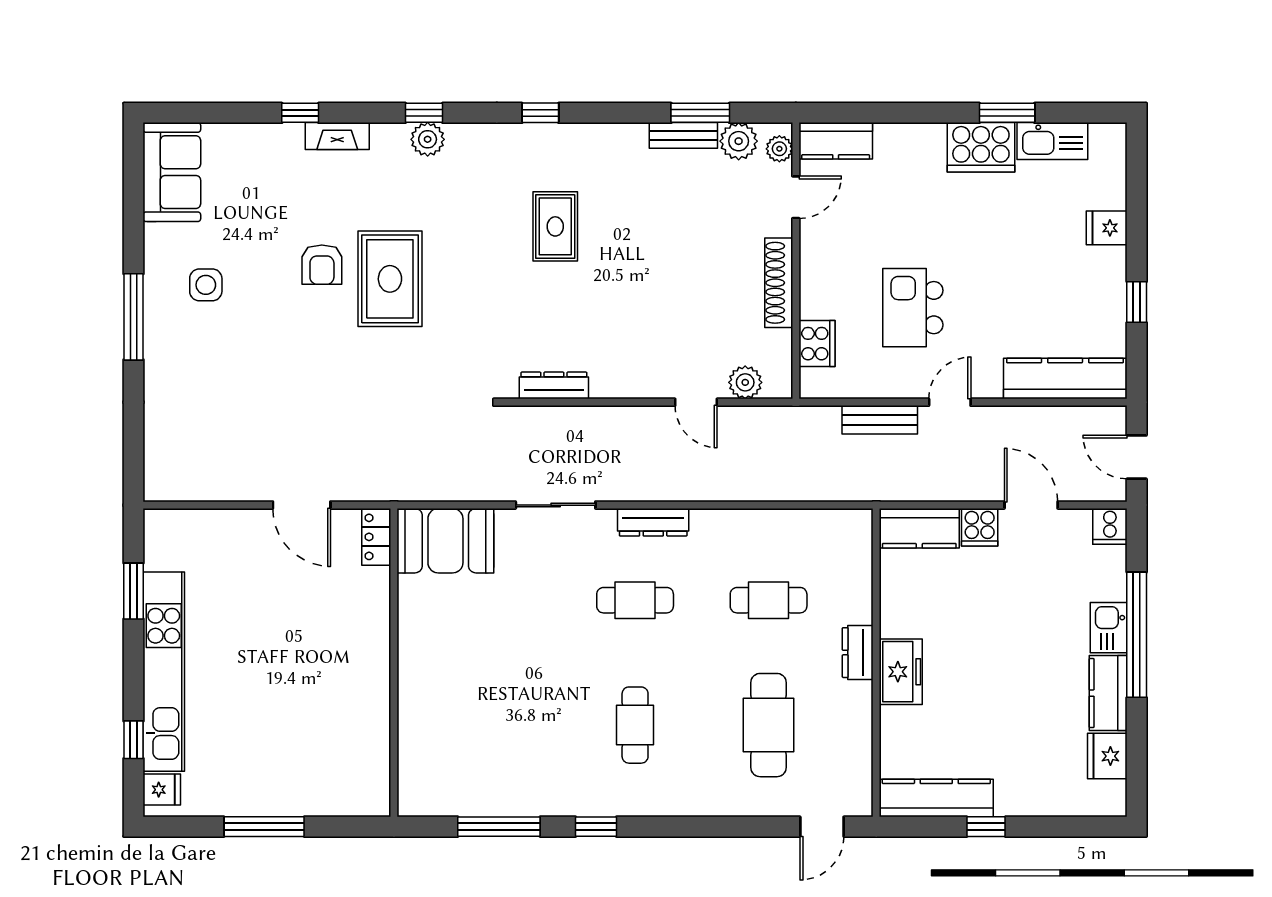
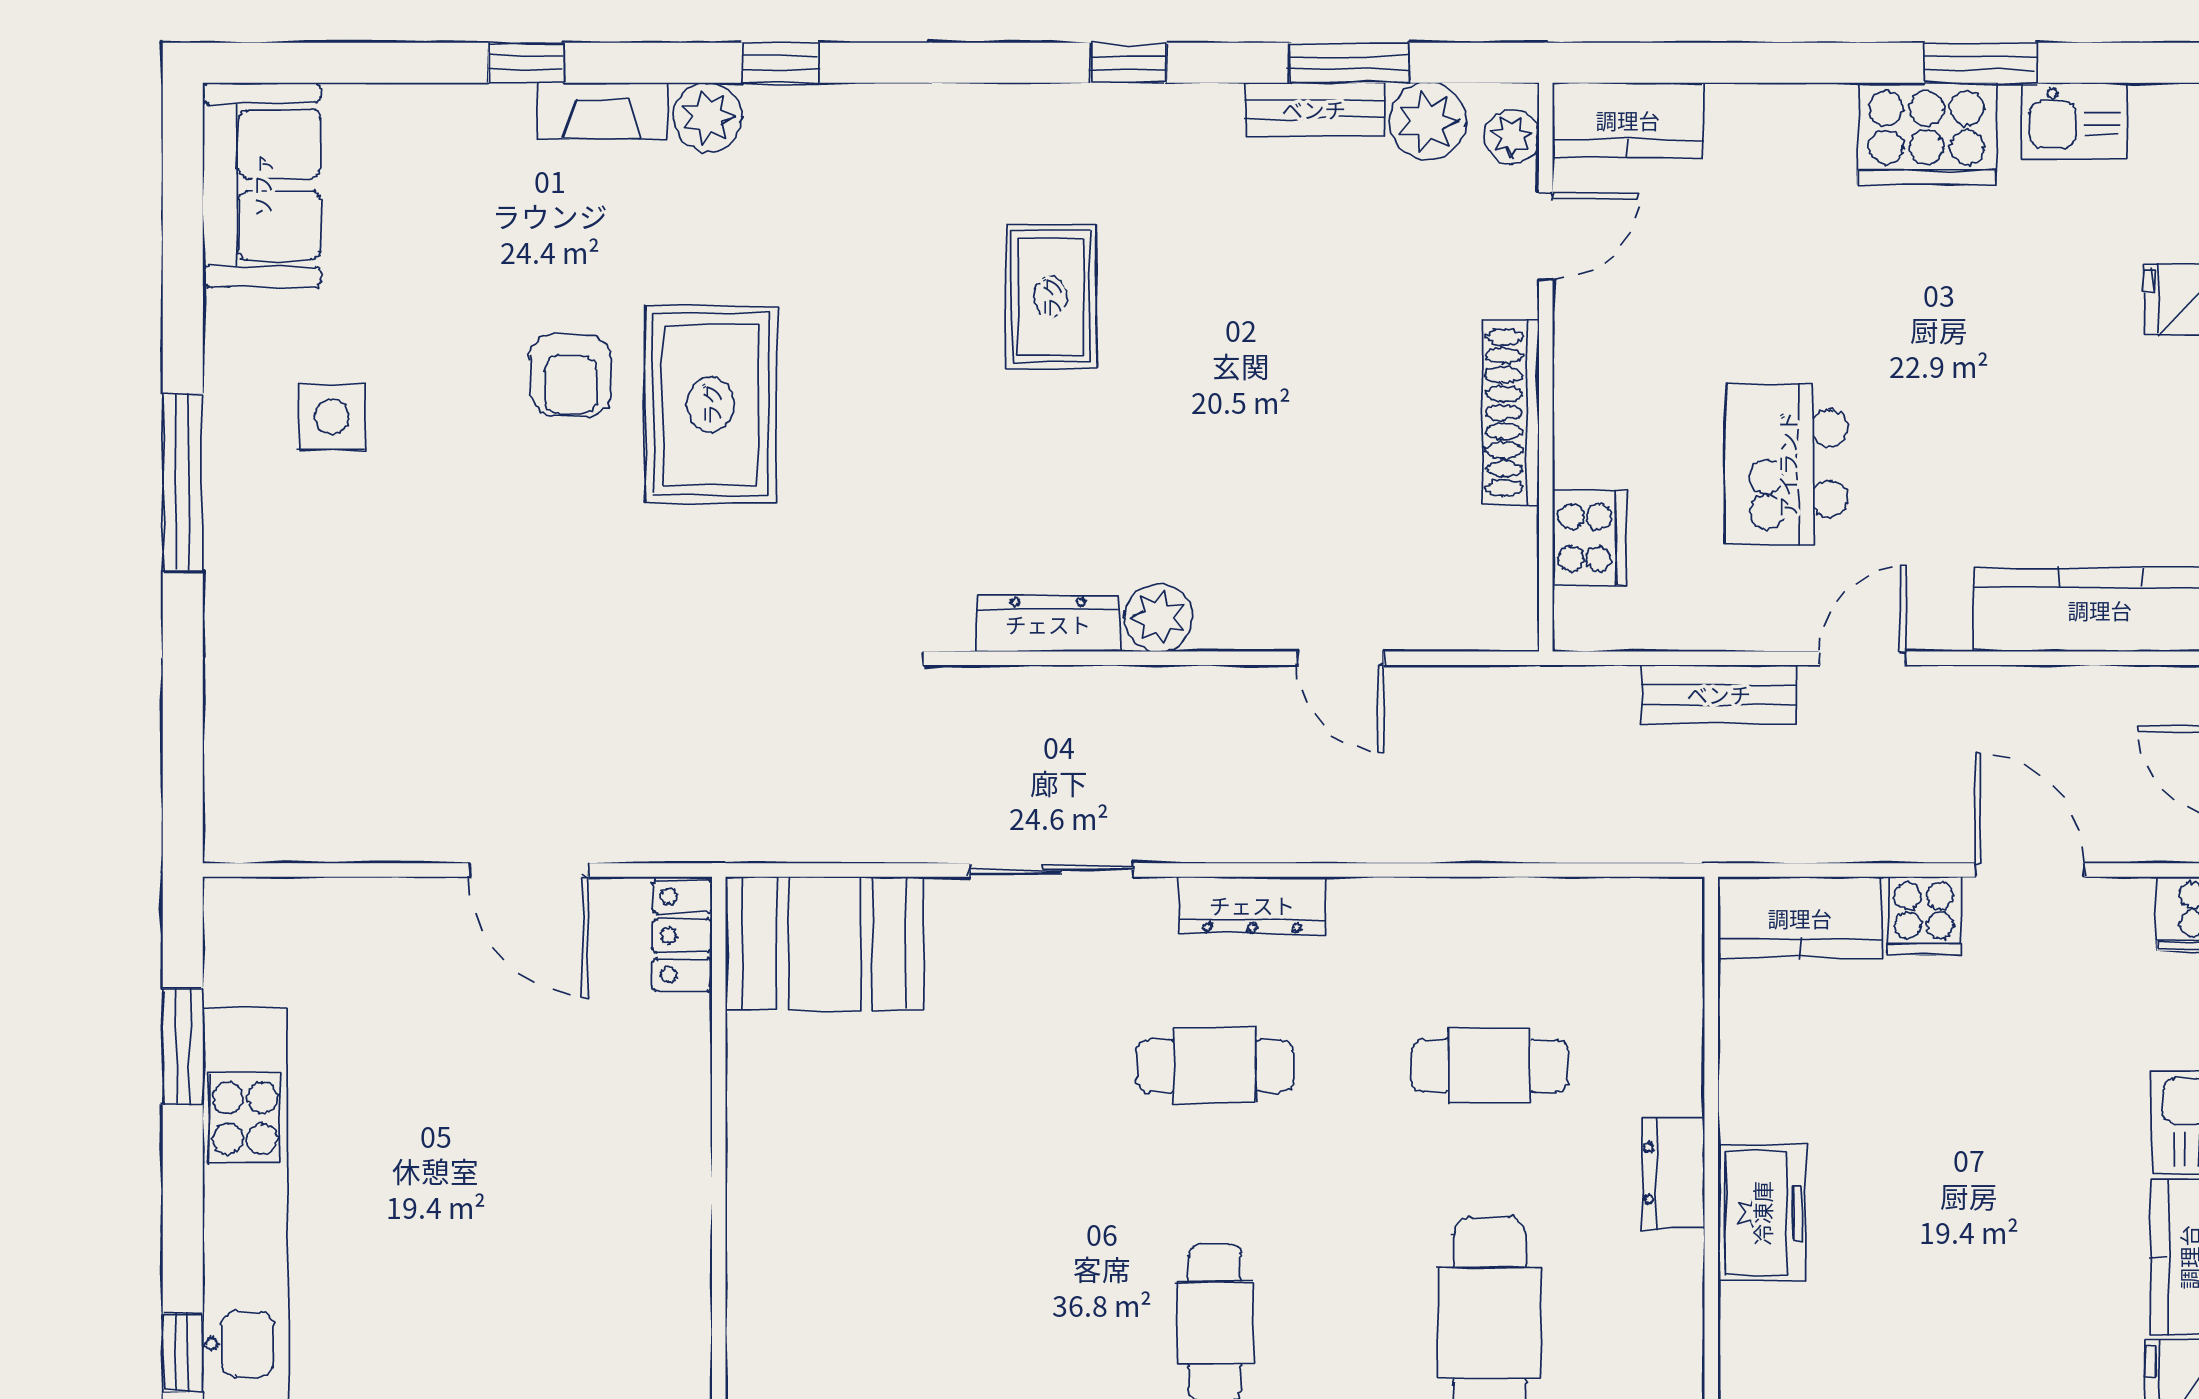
window: (540, 113) -> (1129, 63), moved
plant: (428, 139) -> (707, 117), moved
kitchen sink: (1052, 141) -> (2074, 121), width x0.73
plant: (745, 382) -> (1158, 617), moved

